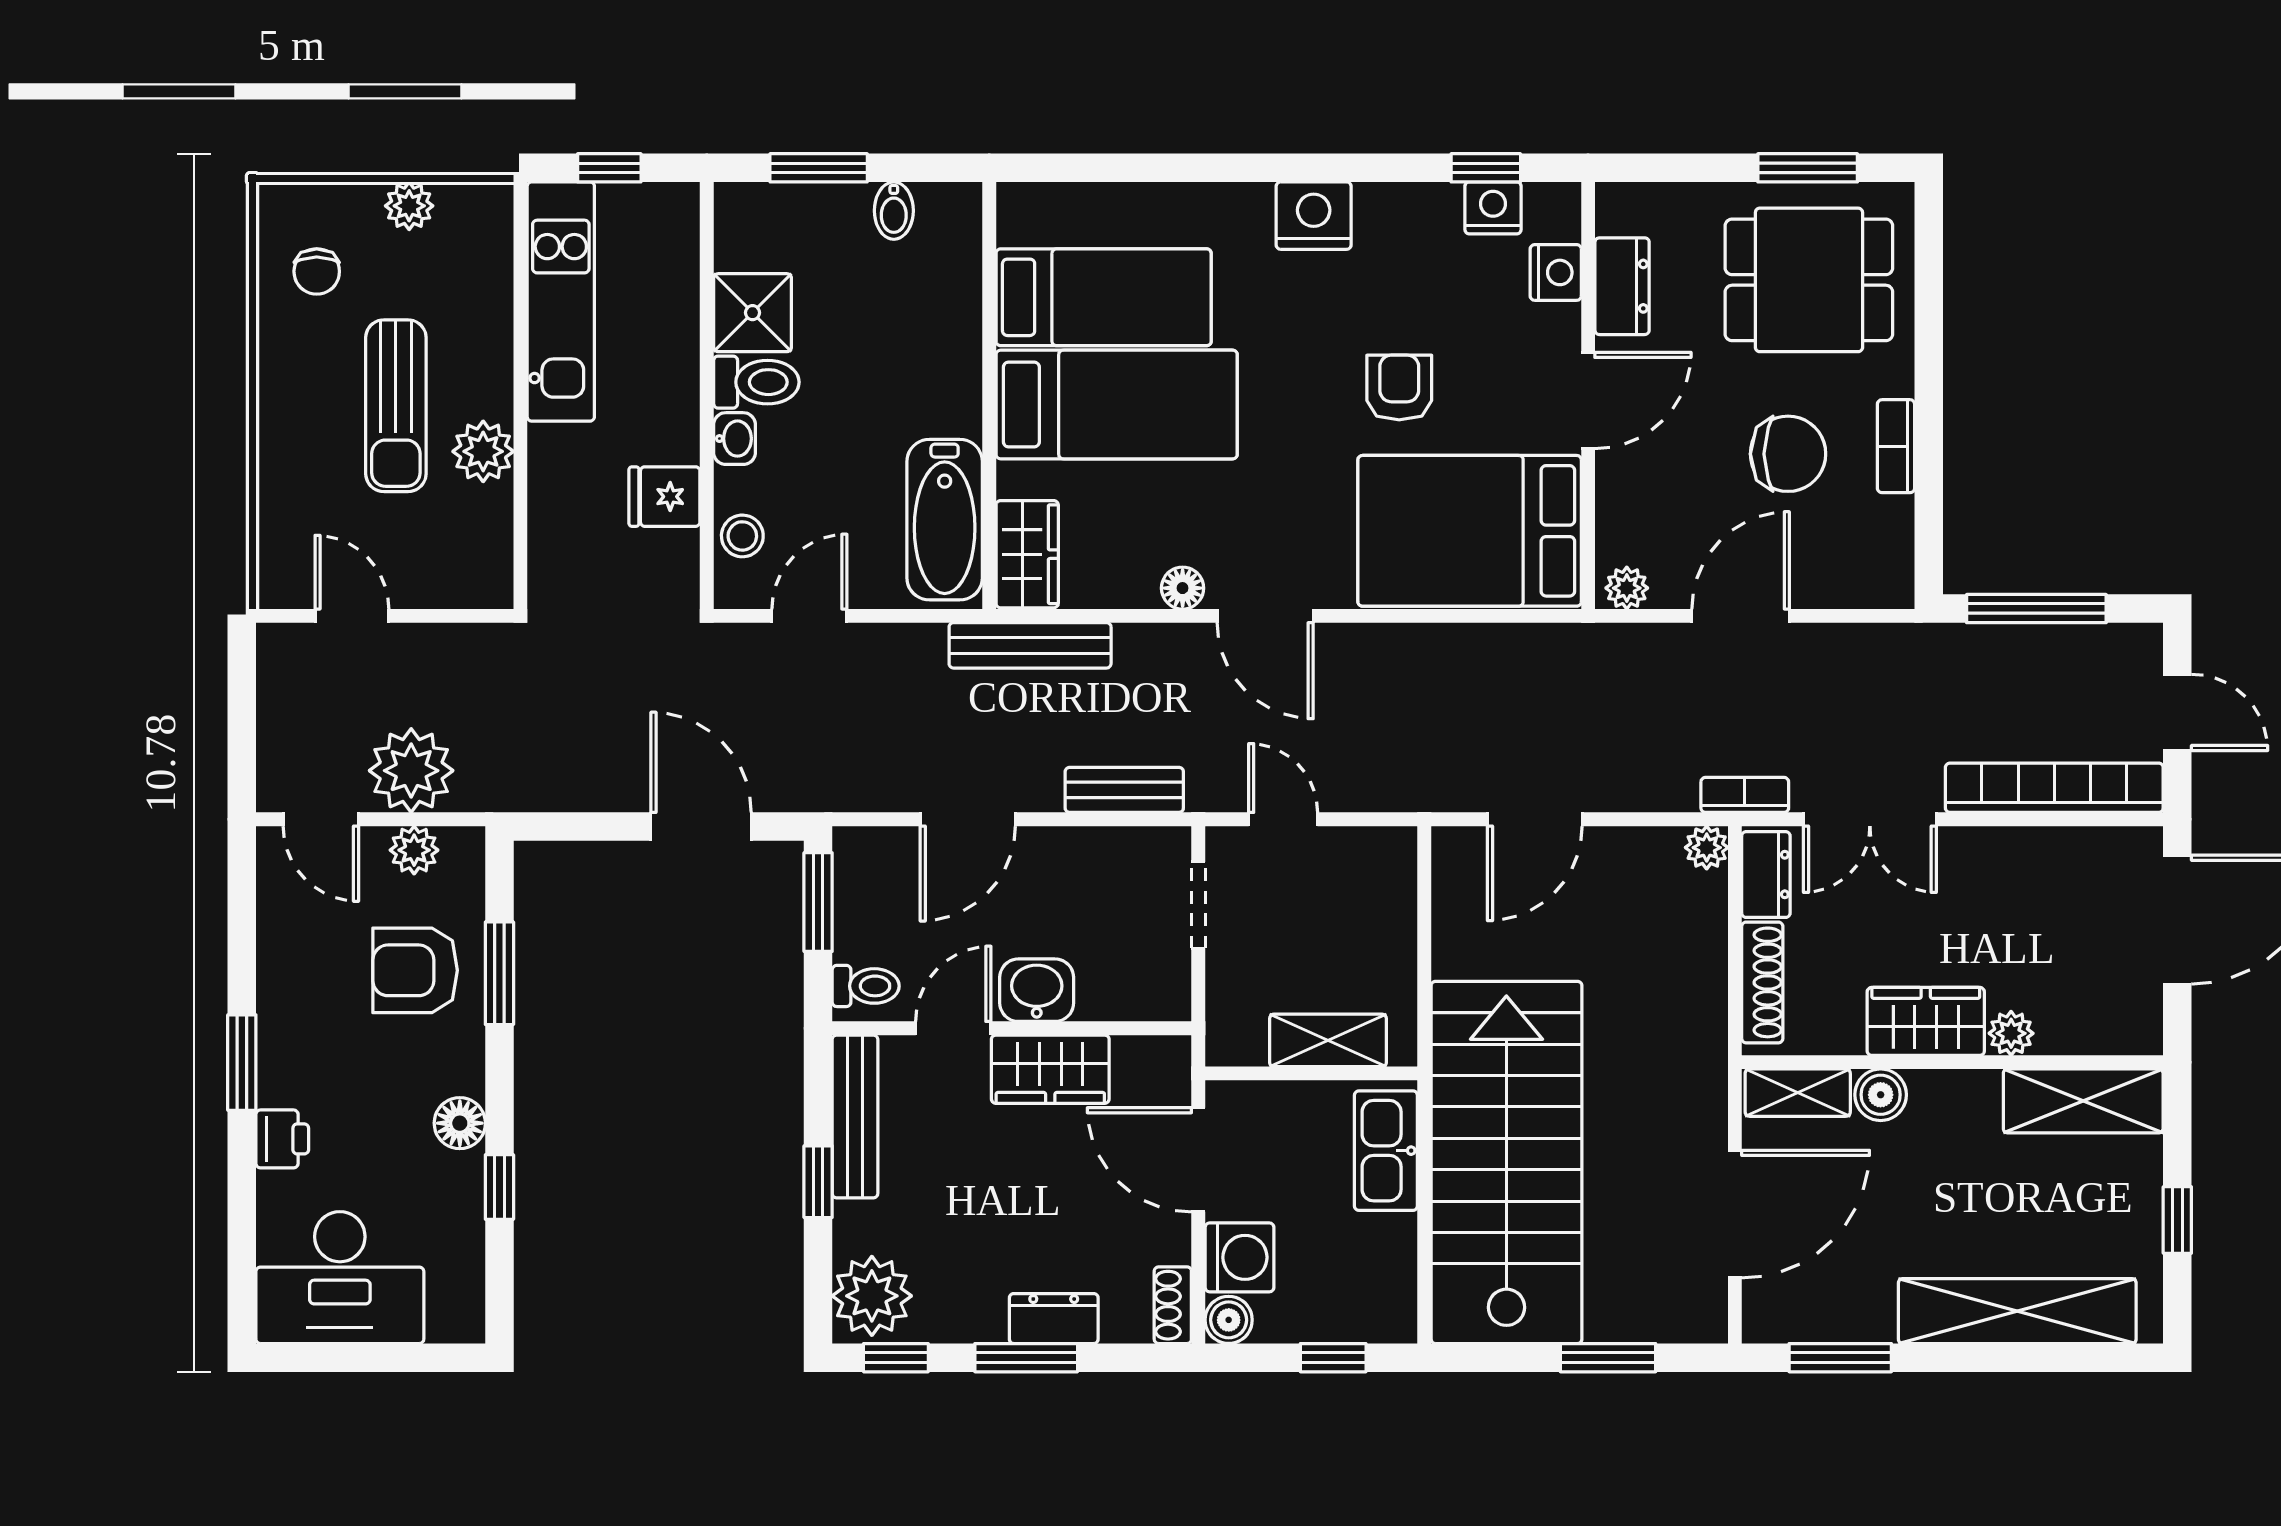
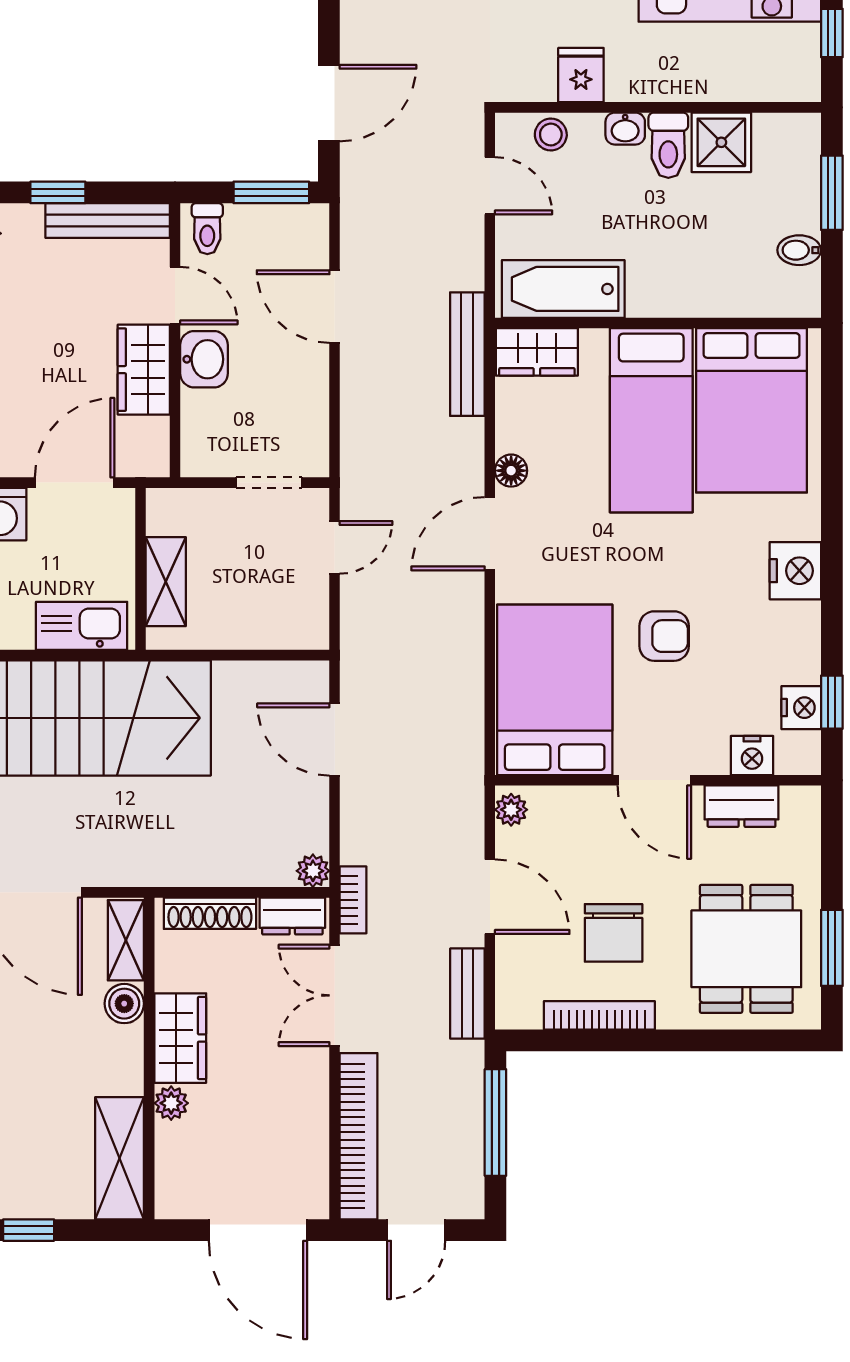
bed: (1104, 297) -> (752, 410), width x1.50
bookcase: (1896, 446) -> (599, 1015), width x1.56
bench: (1124, 790) -> (467, 994), moved

